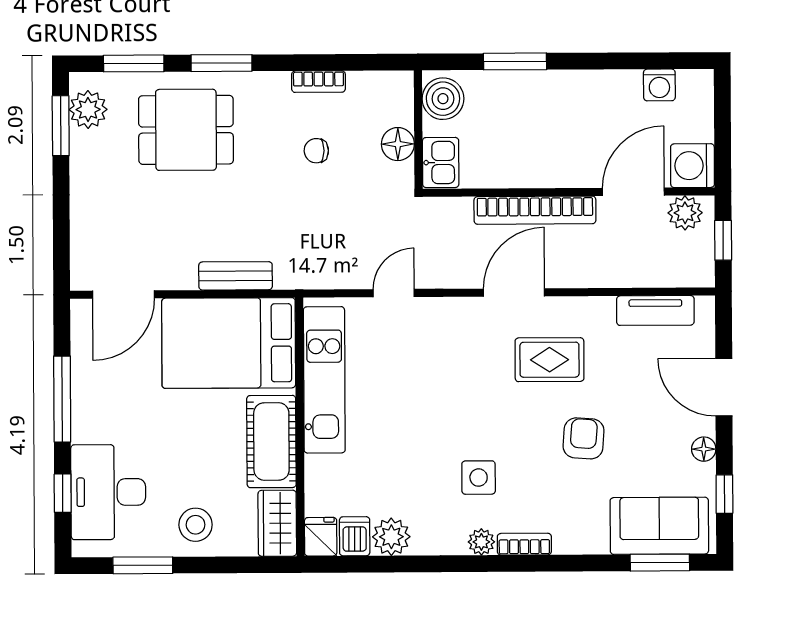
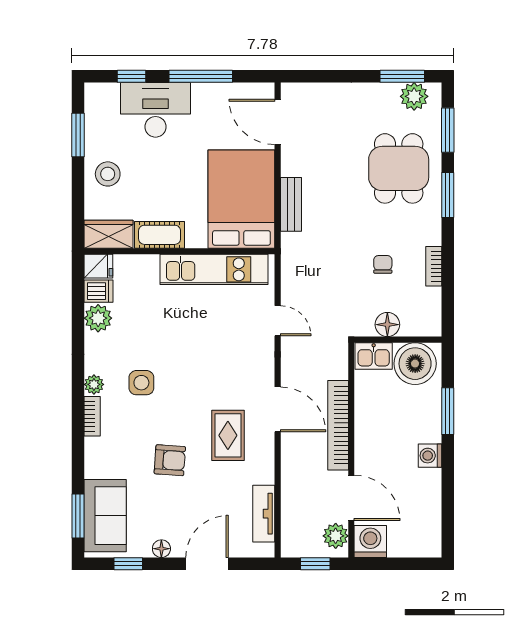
washing machine: (659, 85) -> (430, 456), moved
boiler: (443, 99) -> (415, 364), width x1.37, depth x1.37
cot: (271, 442) -> (160, 235), width x0.73, depth x0.75
desk: (108, 492) -> (155, 110), moved

